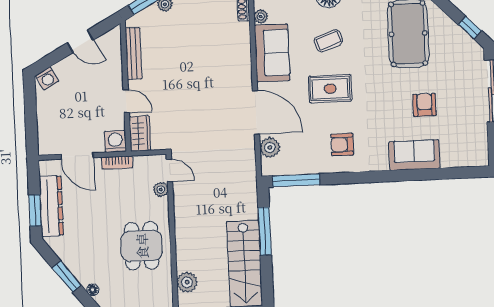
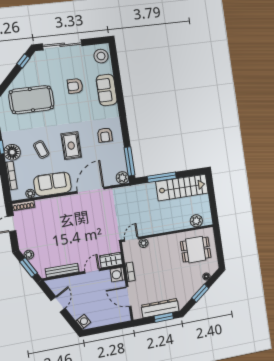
plant: (270, 147) -> (122, 178), moved
stool: (469, 152) -> (101, 56), added
door: (77, 156) -> (129, 297), swing flipped
dining table: (142, 246) -> (196, 250), moved

